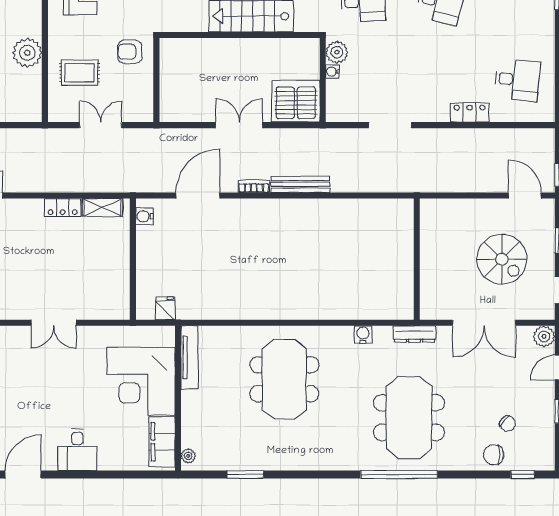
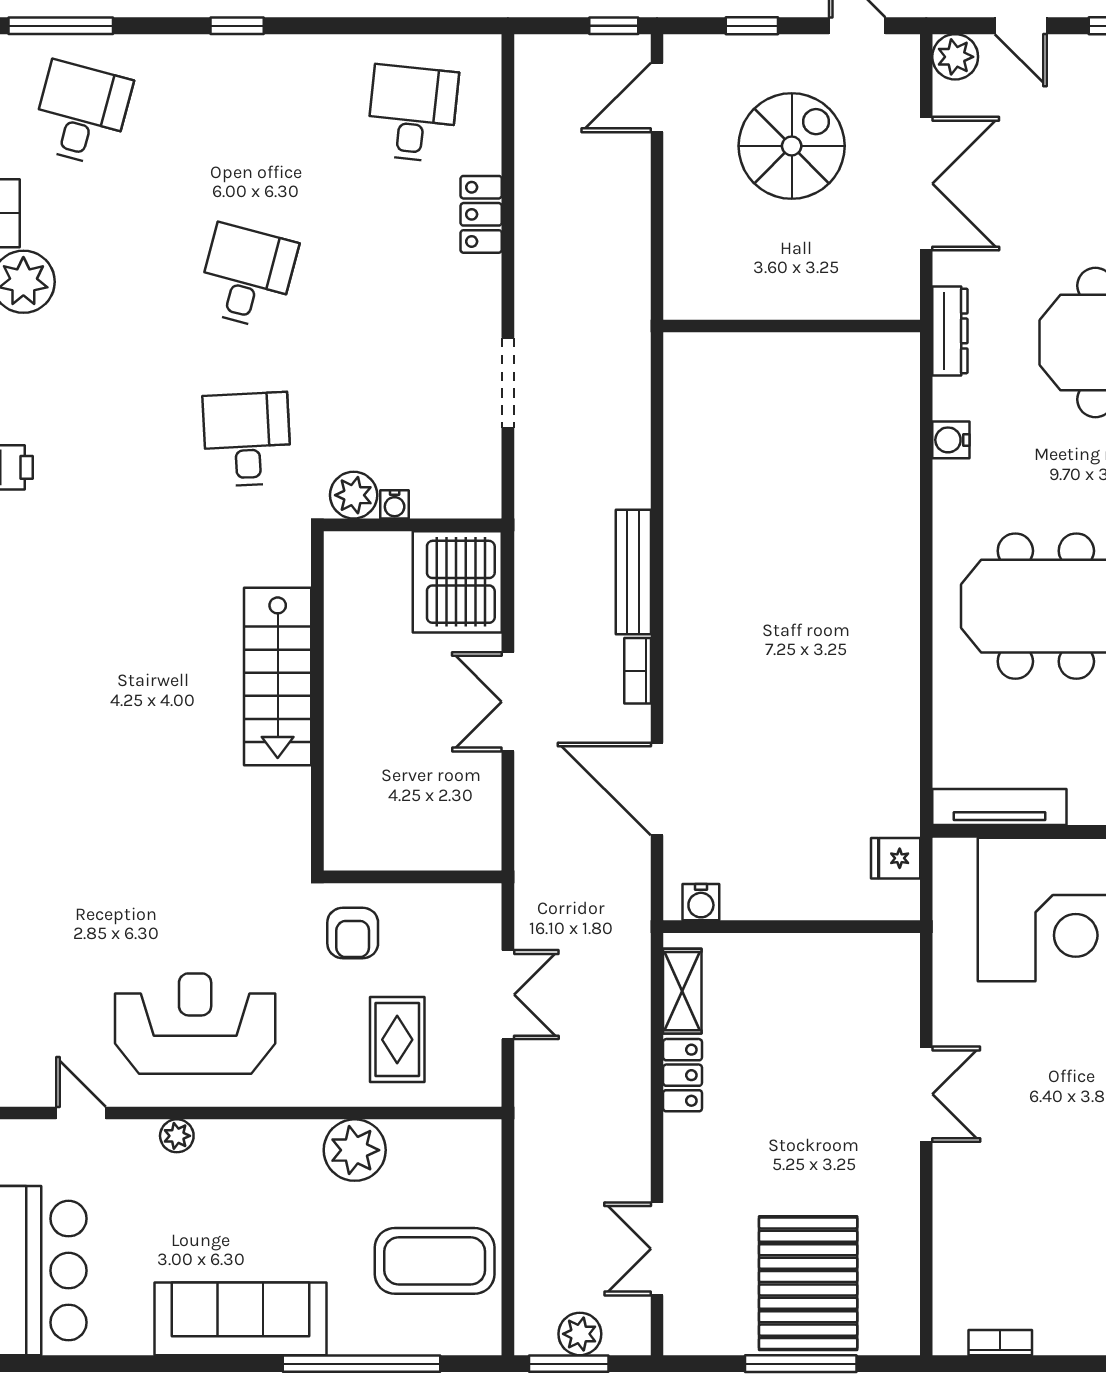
double door: (101, 125) -> (508, 995), swing flipped

